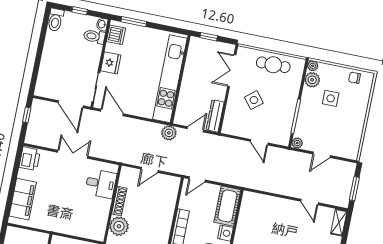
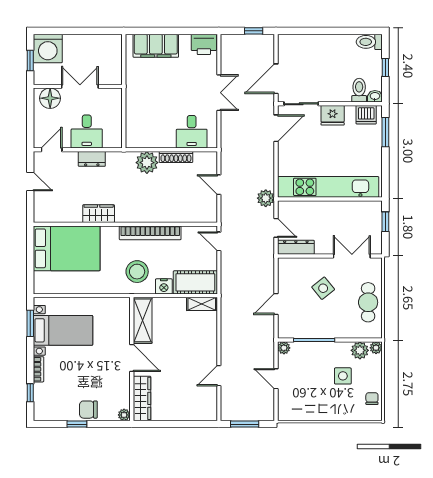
shelving: (339, 222) -> (202, 304), moved

